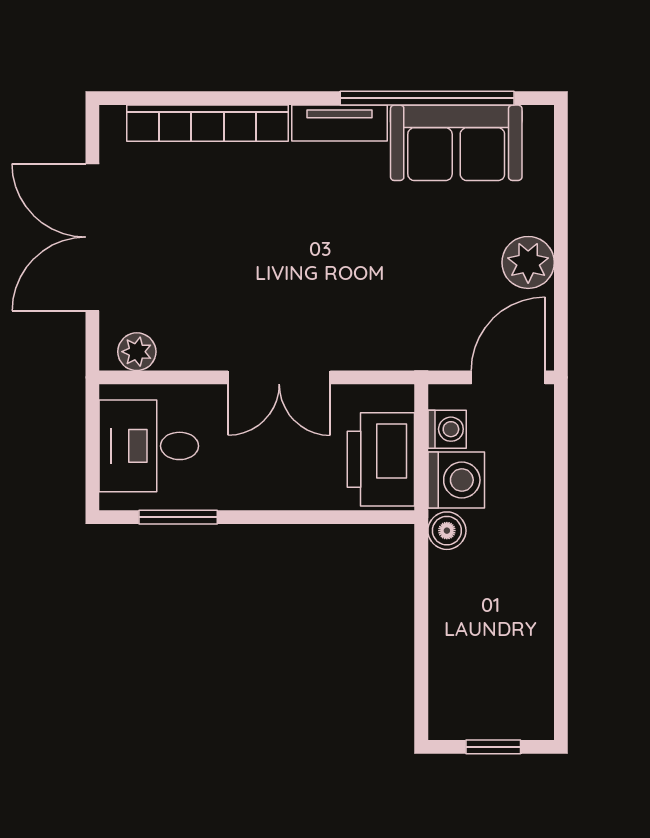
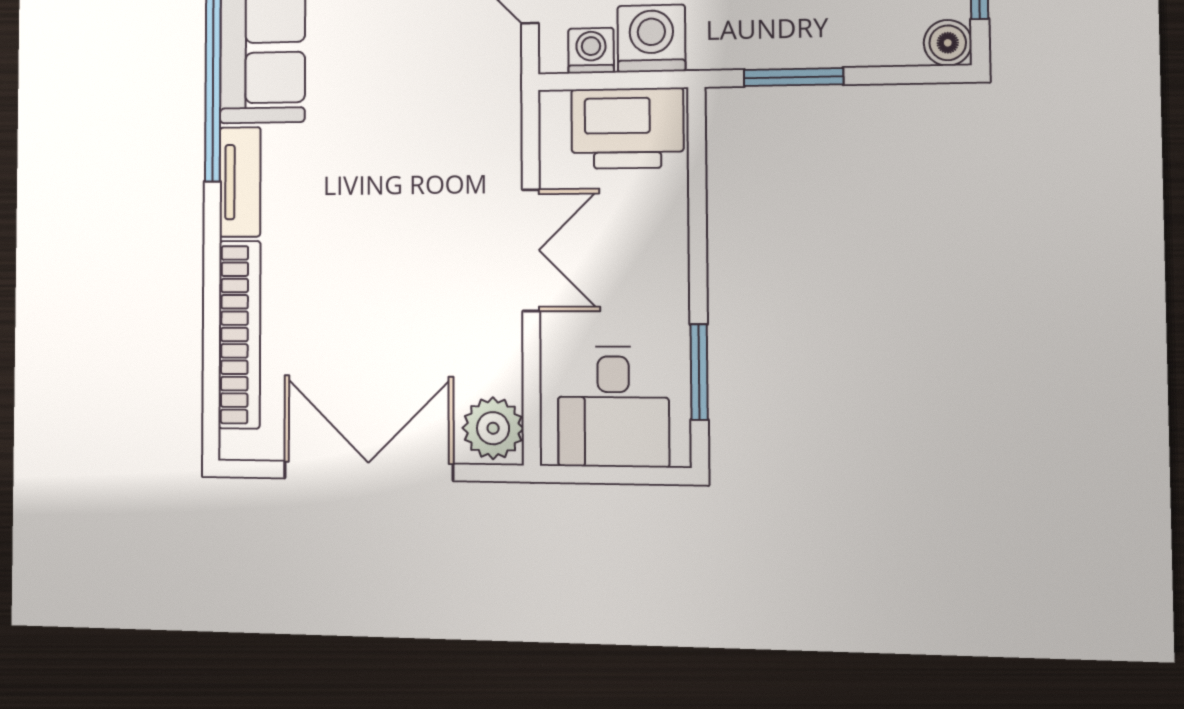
double door: (92, 237) -> (368, 471), swing flipped
plant: (137, 352) -> (493, 428), width x1.38, depth x1.38
boiler: (447, 531) -> (948, 43), moved
window: (421, 597) -> (793, 77), added

